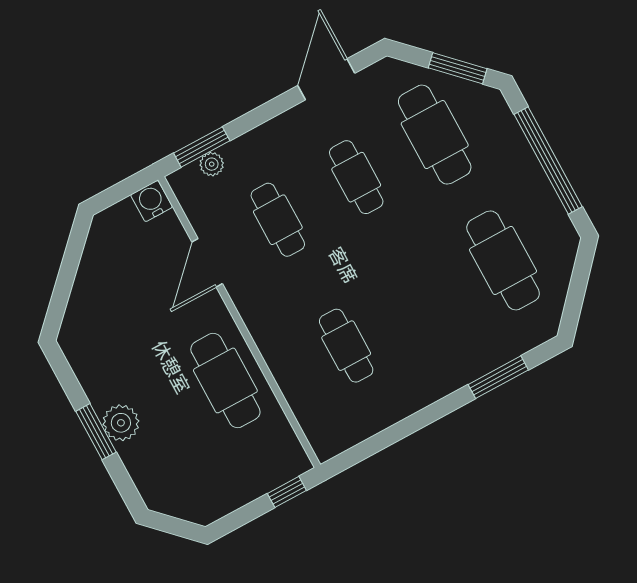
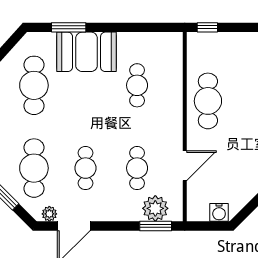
plant: (373, 78) -> (49, 214), added
plant: (212, 164) -> (155, 208), width x1.87, depth x1.87
water cooler: (151, 201) -> (219, 212), moved
booth: (451, 355) -> (87, 52), added

